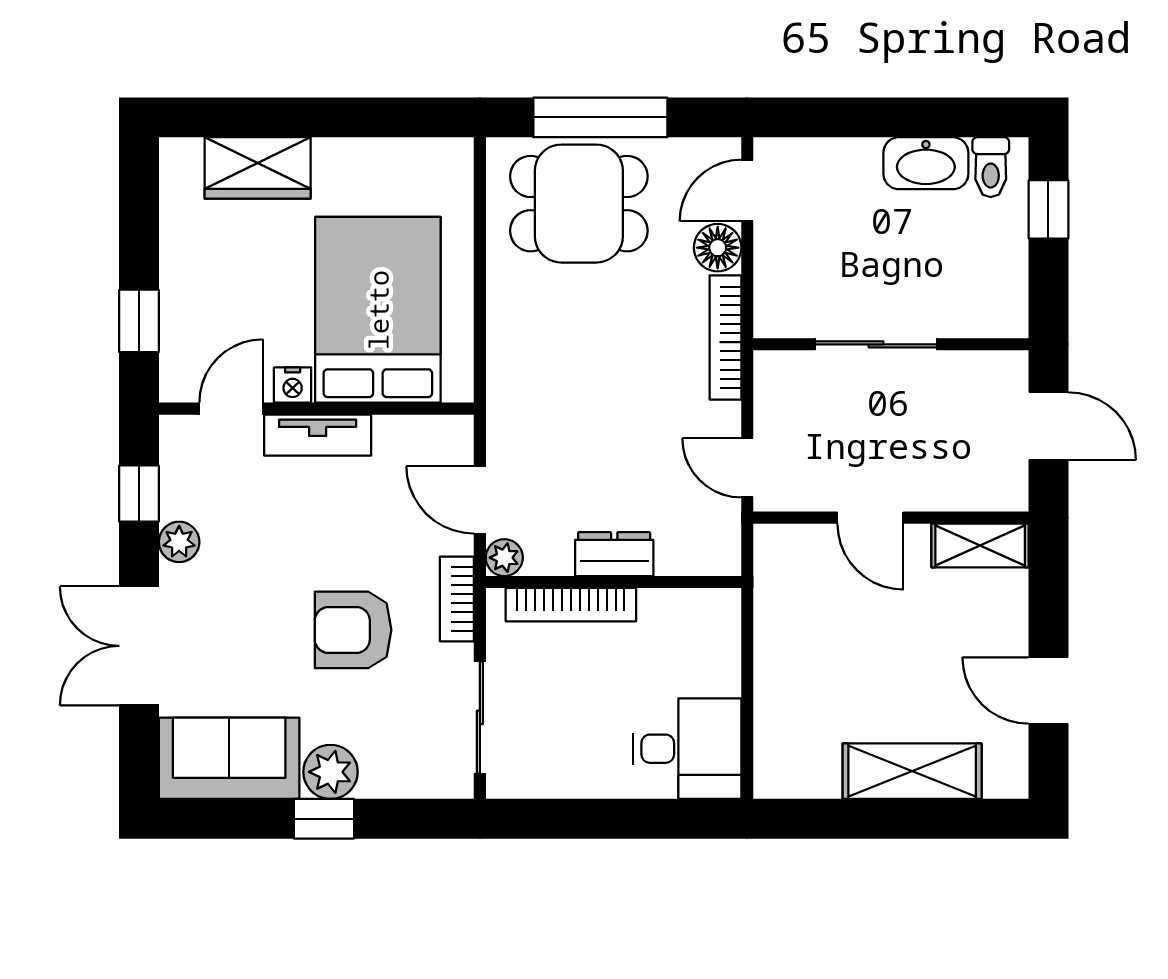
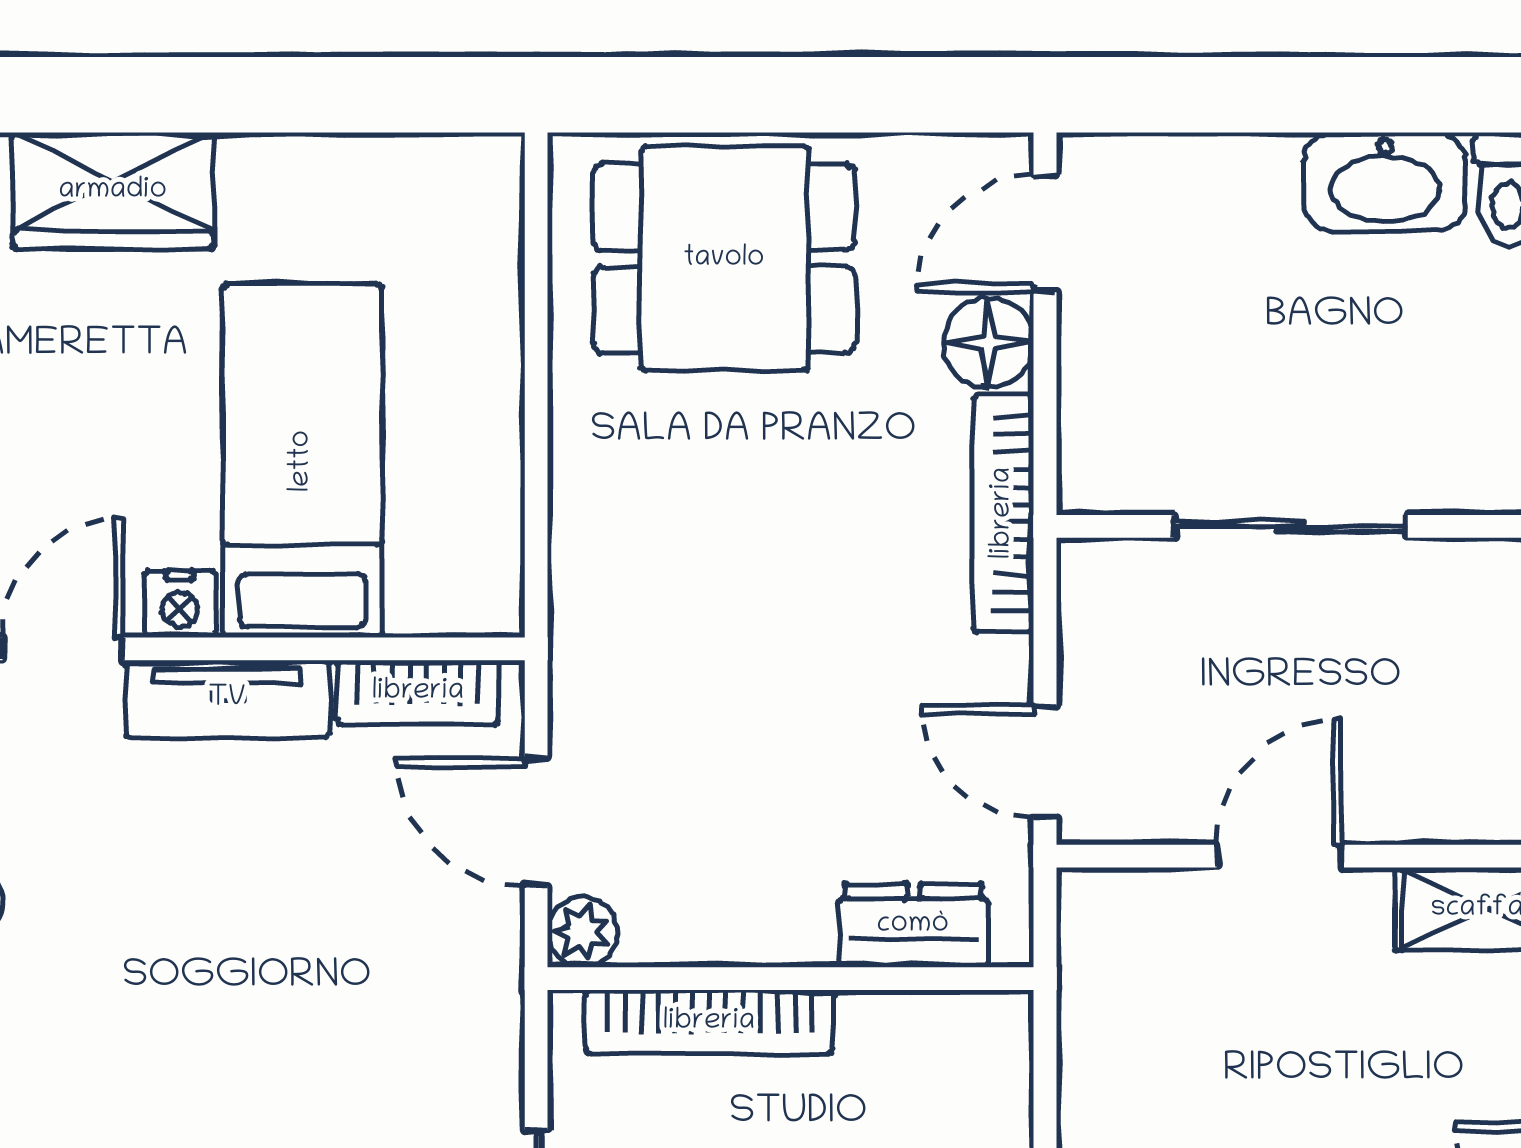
window: (600, 117) -> (765, 95), removed
bed: (378, 310) -> (302, 461), width x0.67
door: (870, 518) -> (1279, 856), swing flipped
dresser: (614, 554) -> (913, 925), moved
bookcase: (457, 599) -> (418, 692), moved, turned -90
armchair: (353, 630) -> (295, 1070), removed

